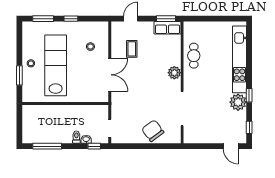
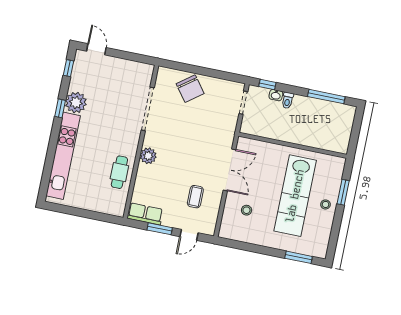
window: (71, 19) -> (264, 250), removed
window: (166, 19) -> (160, 229), moved
double door: (110, 75) -> (230, 170), swing flipped

